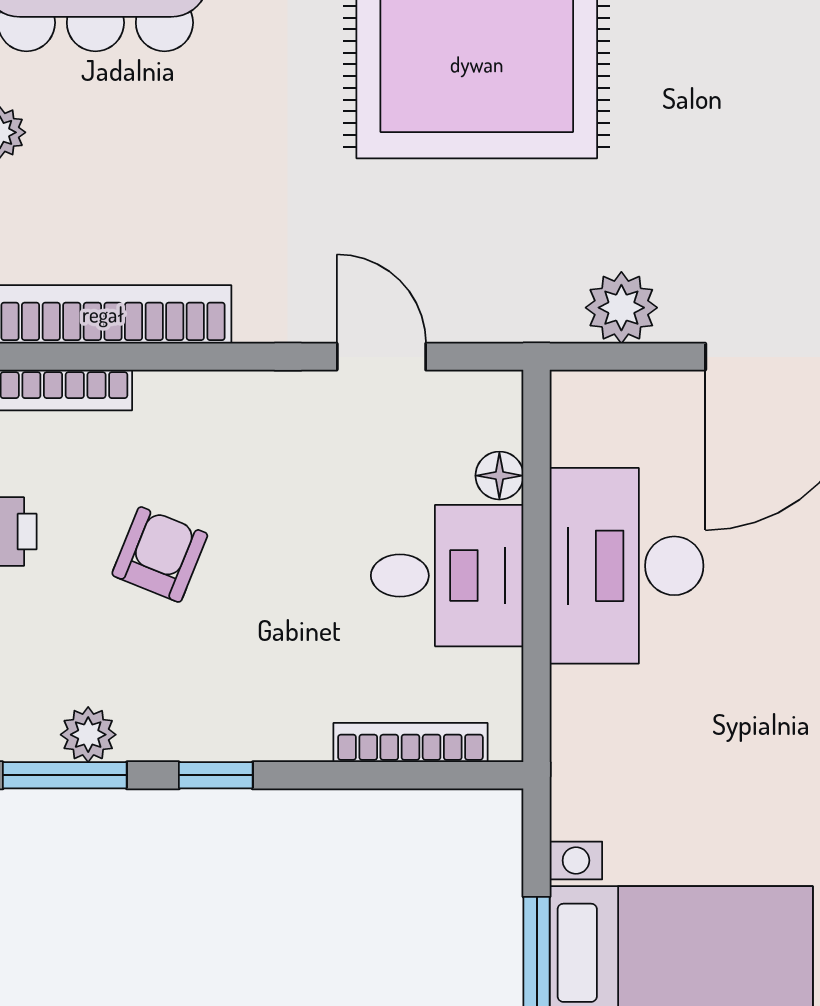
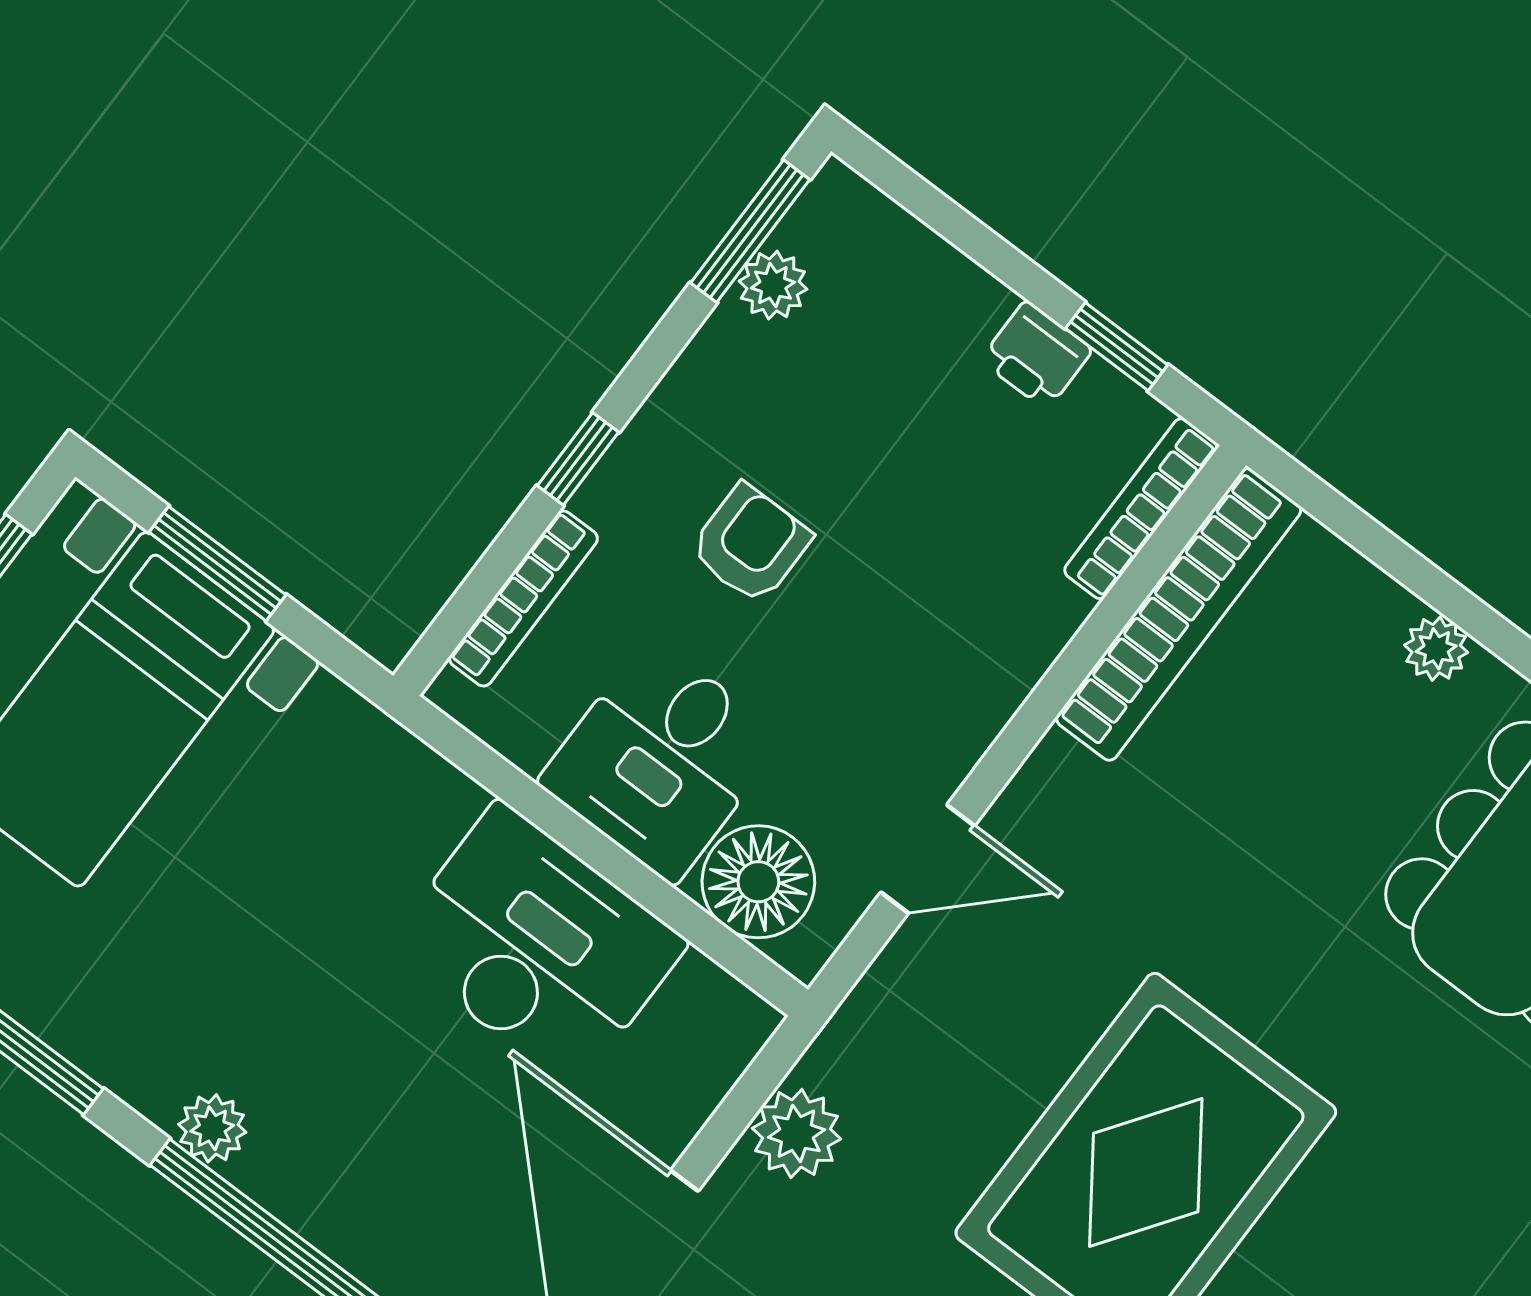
floor lamp: (499, 476) -> (758, 882), width x1.89, depth x1.89
armchair: (160, 554) -> (751, 544), moved, turned -112
window: (216, 775) -> (578, 459), moved

